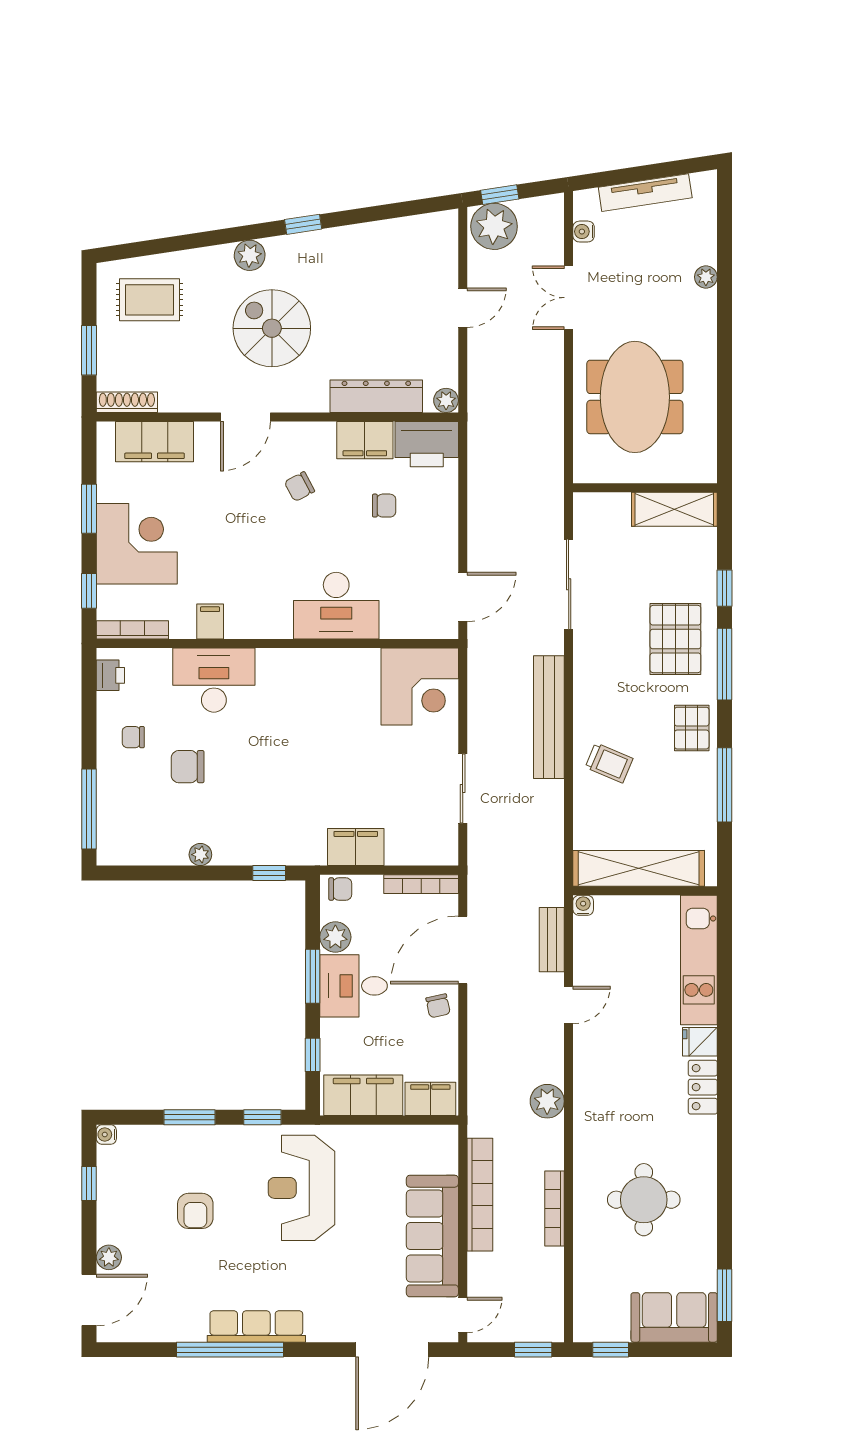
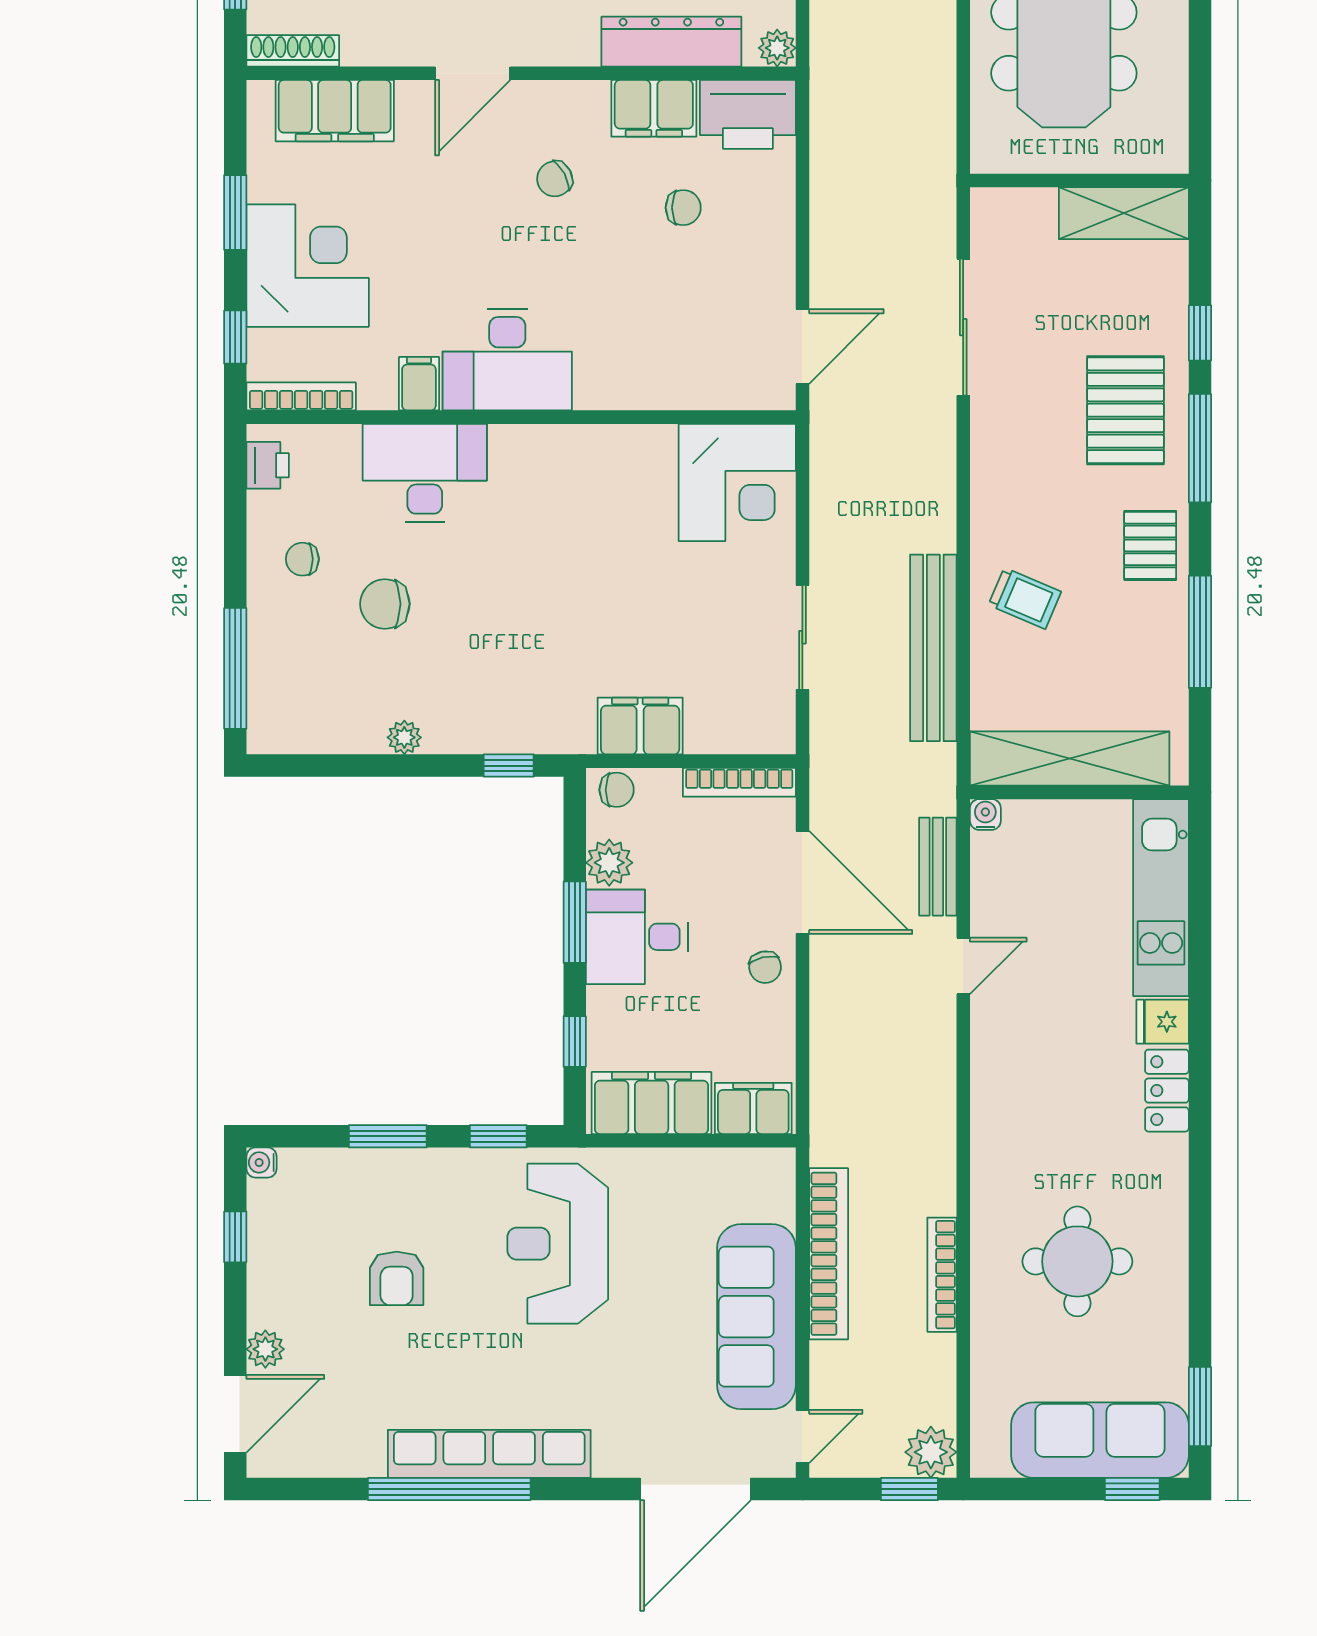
desk: (336, 606) -> (507, 360), moved
bench: (549, 717) -> (933, 648), moved
door: (463, 950) -> (802, 882), swing flipped
plant: (547, 1101) -> (931, 1452), moved
sofa: (674, 1317) -> (1100, 1440), width x1.36
row of seats: (256, 1326) -> (489, 1454), width x1.36
window: (611, 1350) -> (1132, 1489), moved

